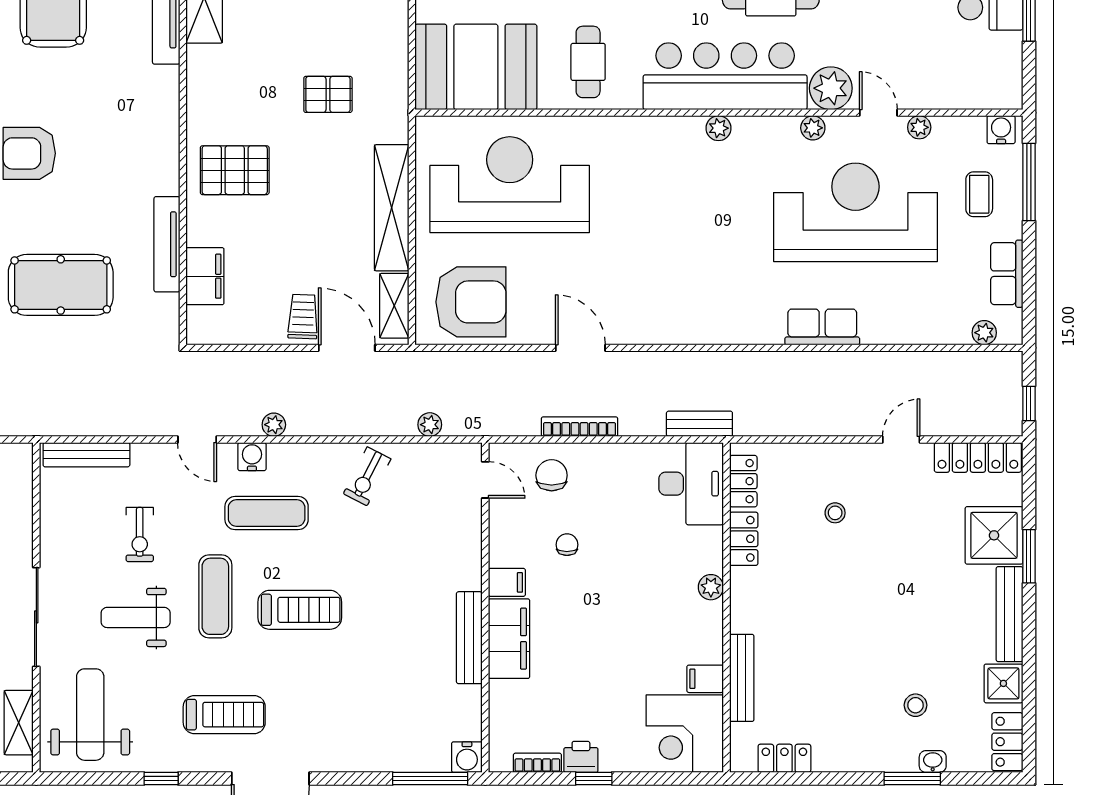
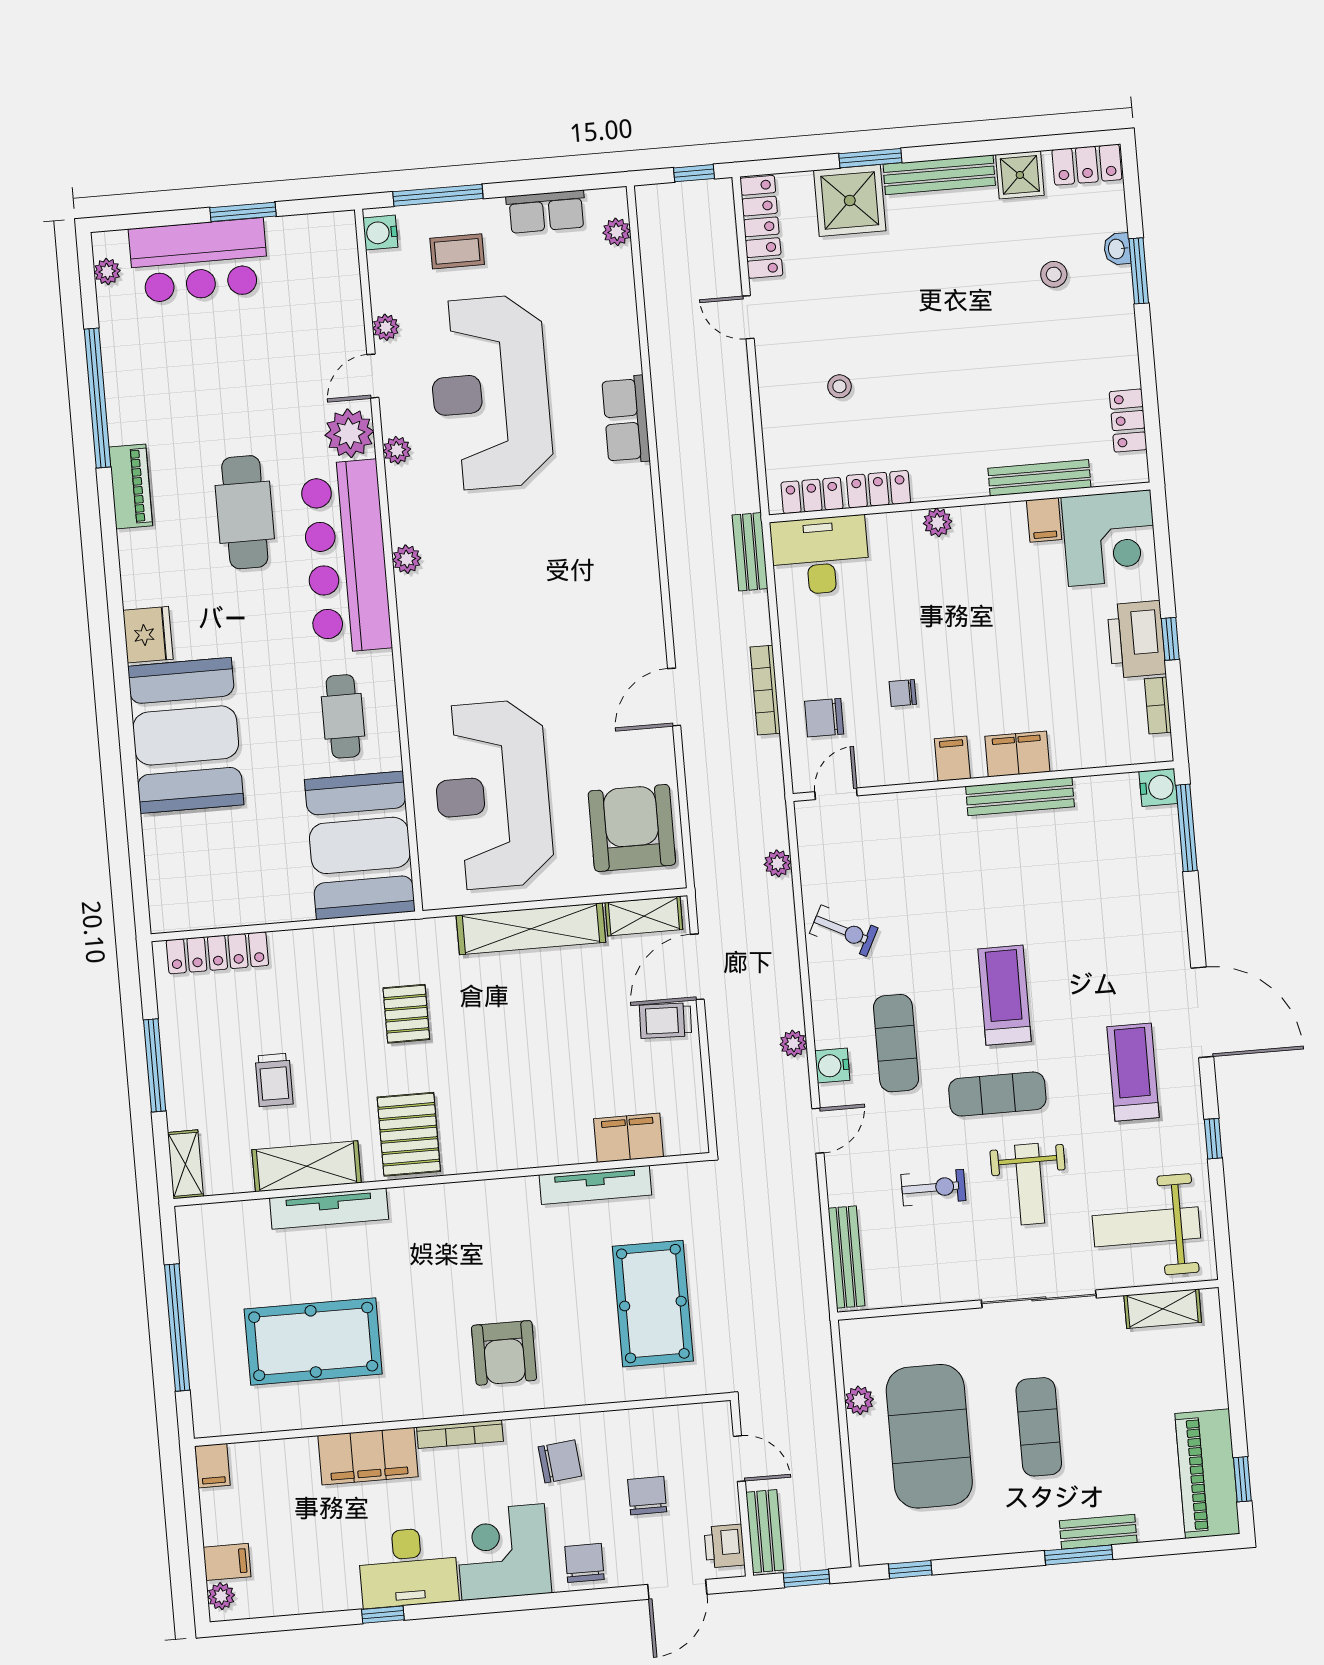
cafe table: (588, 62) -> (343, 716), turned 90
pallet: (235, 170) -> (409, 1134), moved
filing cabinet: (509, 639) -> (1017, 754), width x0.67, depth x0.86
printer: (581, 757) -> (1137, 639), width x1.87, depth x1.48

